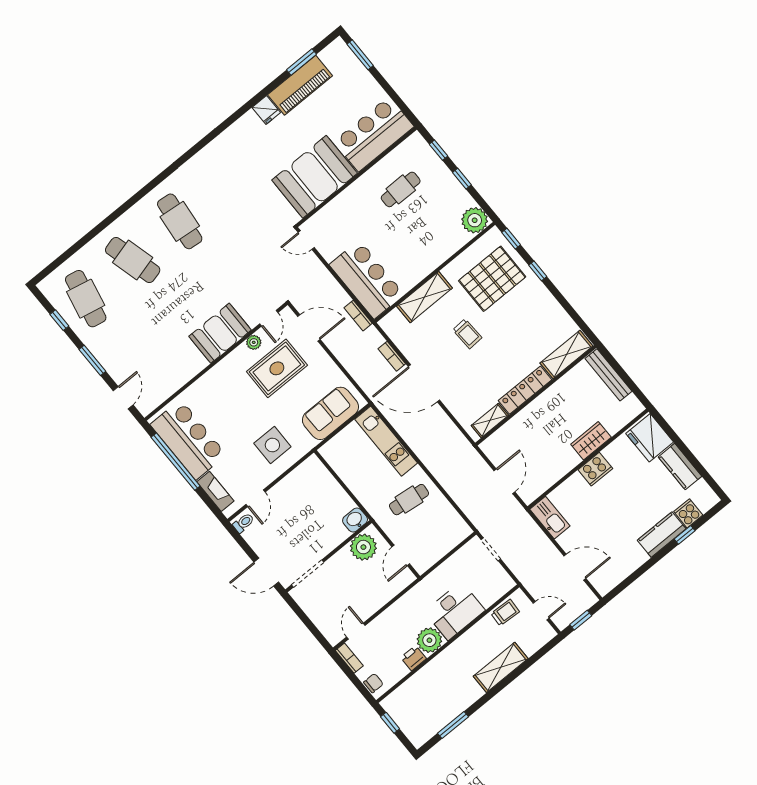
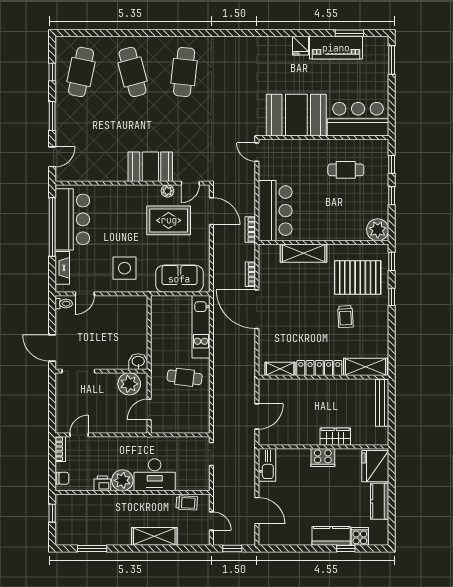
trolley: (467, 334) -> (345, 317), moved

